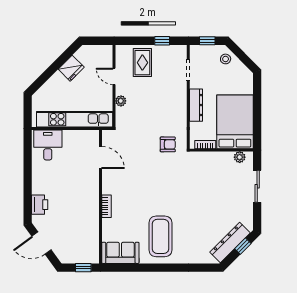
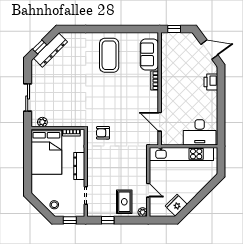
fridge: (71, 68) -> (176, 205), moved
plant: (121, 101) -> (143, 212), moved
desk: (48, 145) -> (200, 132), width x1.37
sofa: (120, 253) -> (149, 54), moved, turned 90

